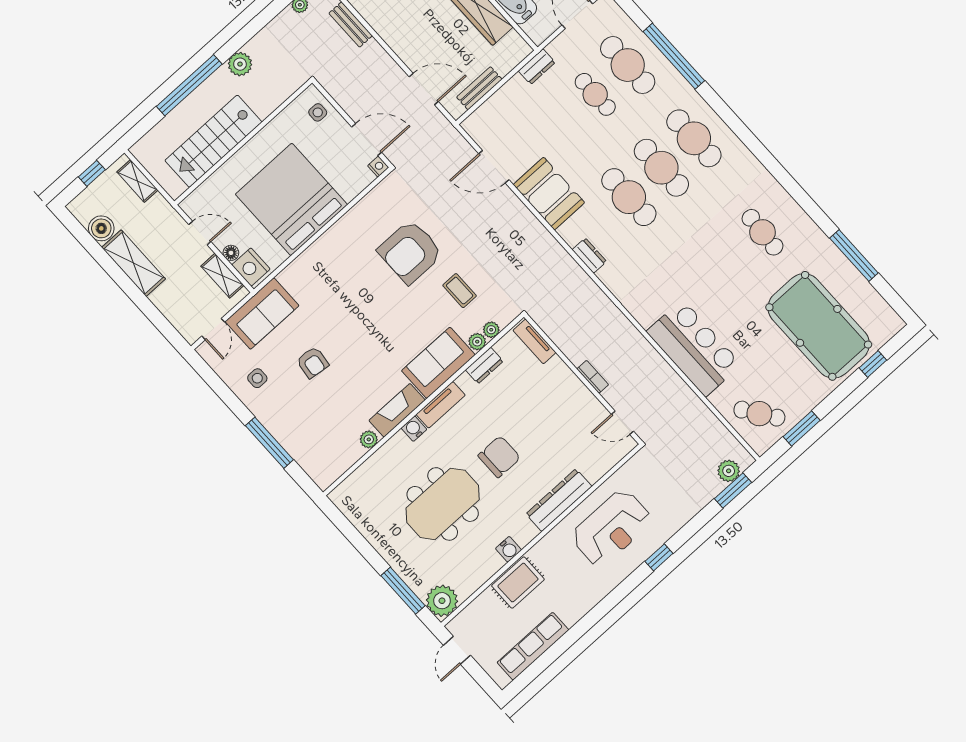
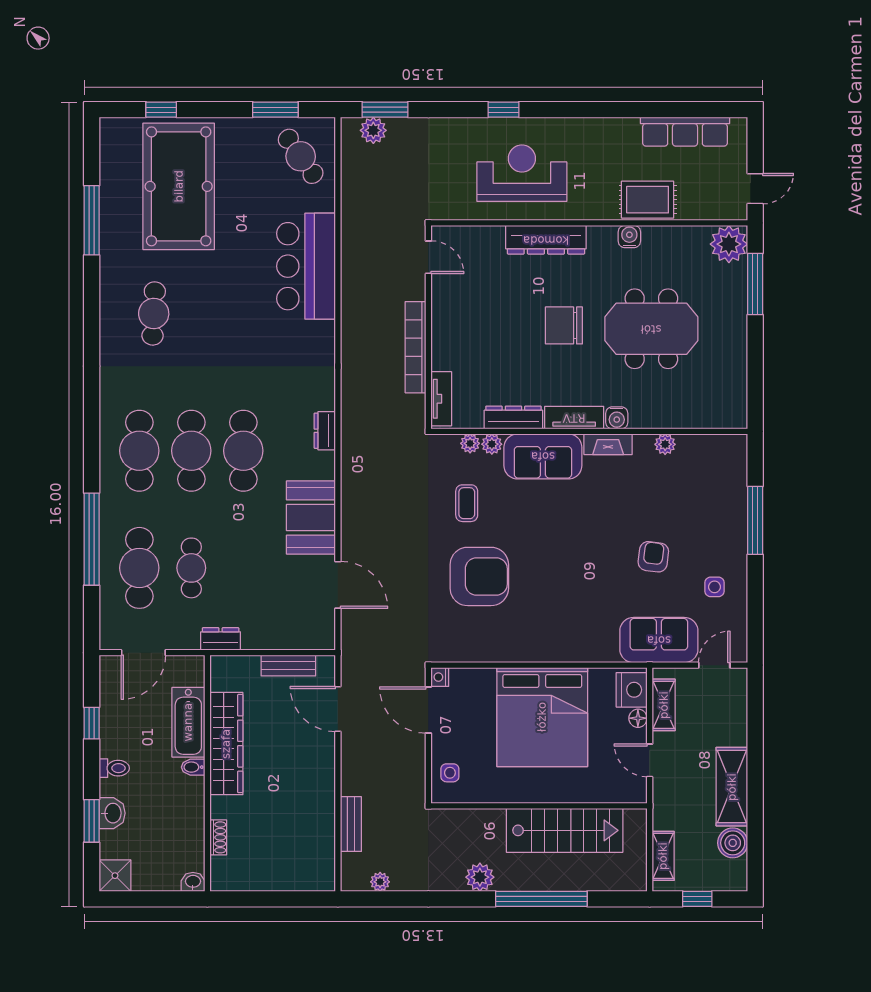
dresser: (484, 366) -> (513, 417), width x1.44
bookcase: (593, 377) -> (416, 347), width x2.31, depth x1.31
fireplace: (397, 410) -> (608, 444), width x0.73, depth x0.76

